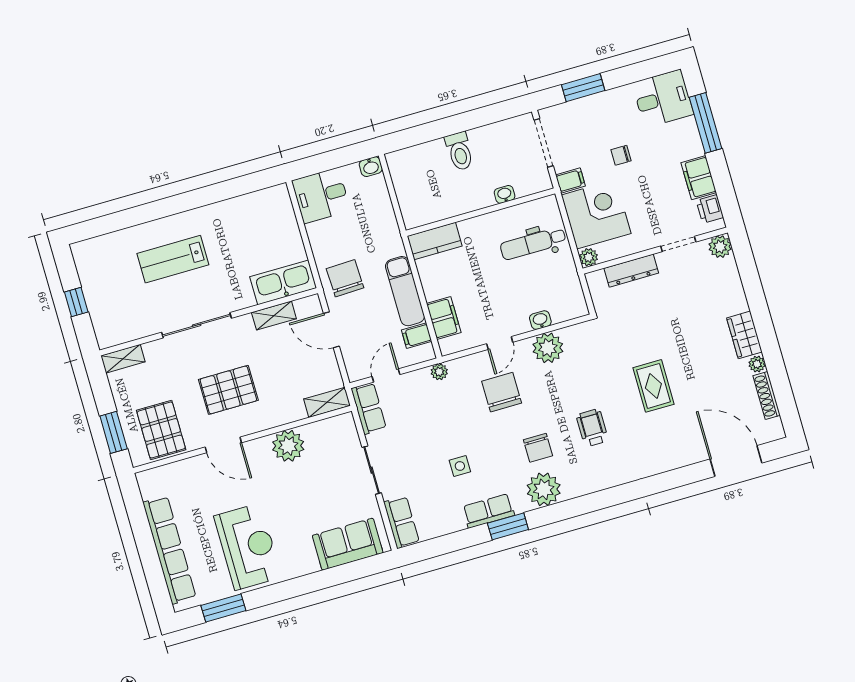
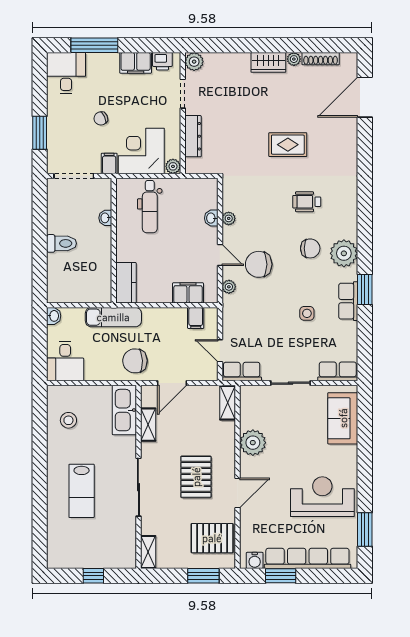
chair: (621, 155) -> (101, 118), turned 66
stool: (252, 220) -> (68, 420), added
exam couch: (405, 291) -> (113, 317), moved
plant: (548, 348) -> (229, 218), width x0.53, depth x0.53
plant: (439, 372) -> (229, 287), moved
water cooler: (149, 488) -> (255, 560), added
window: (140, 524) -> (281, 576), added

